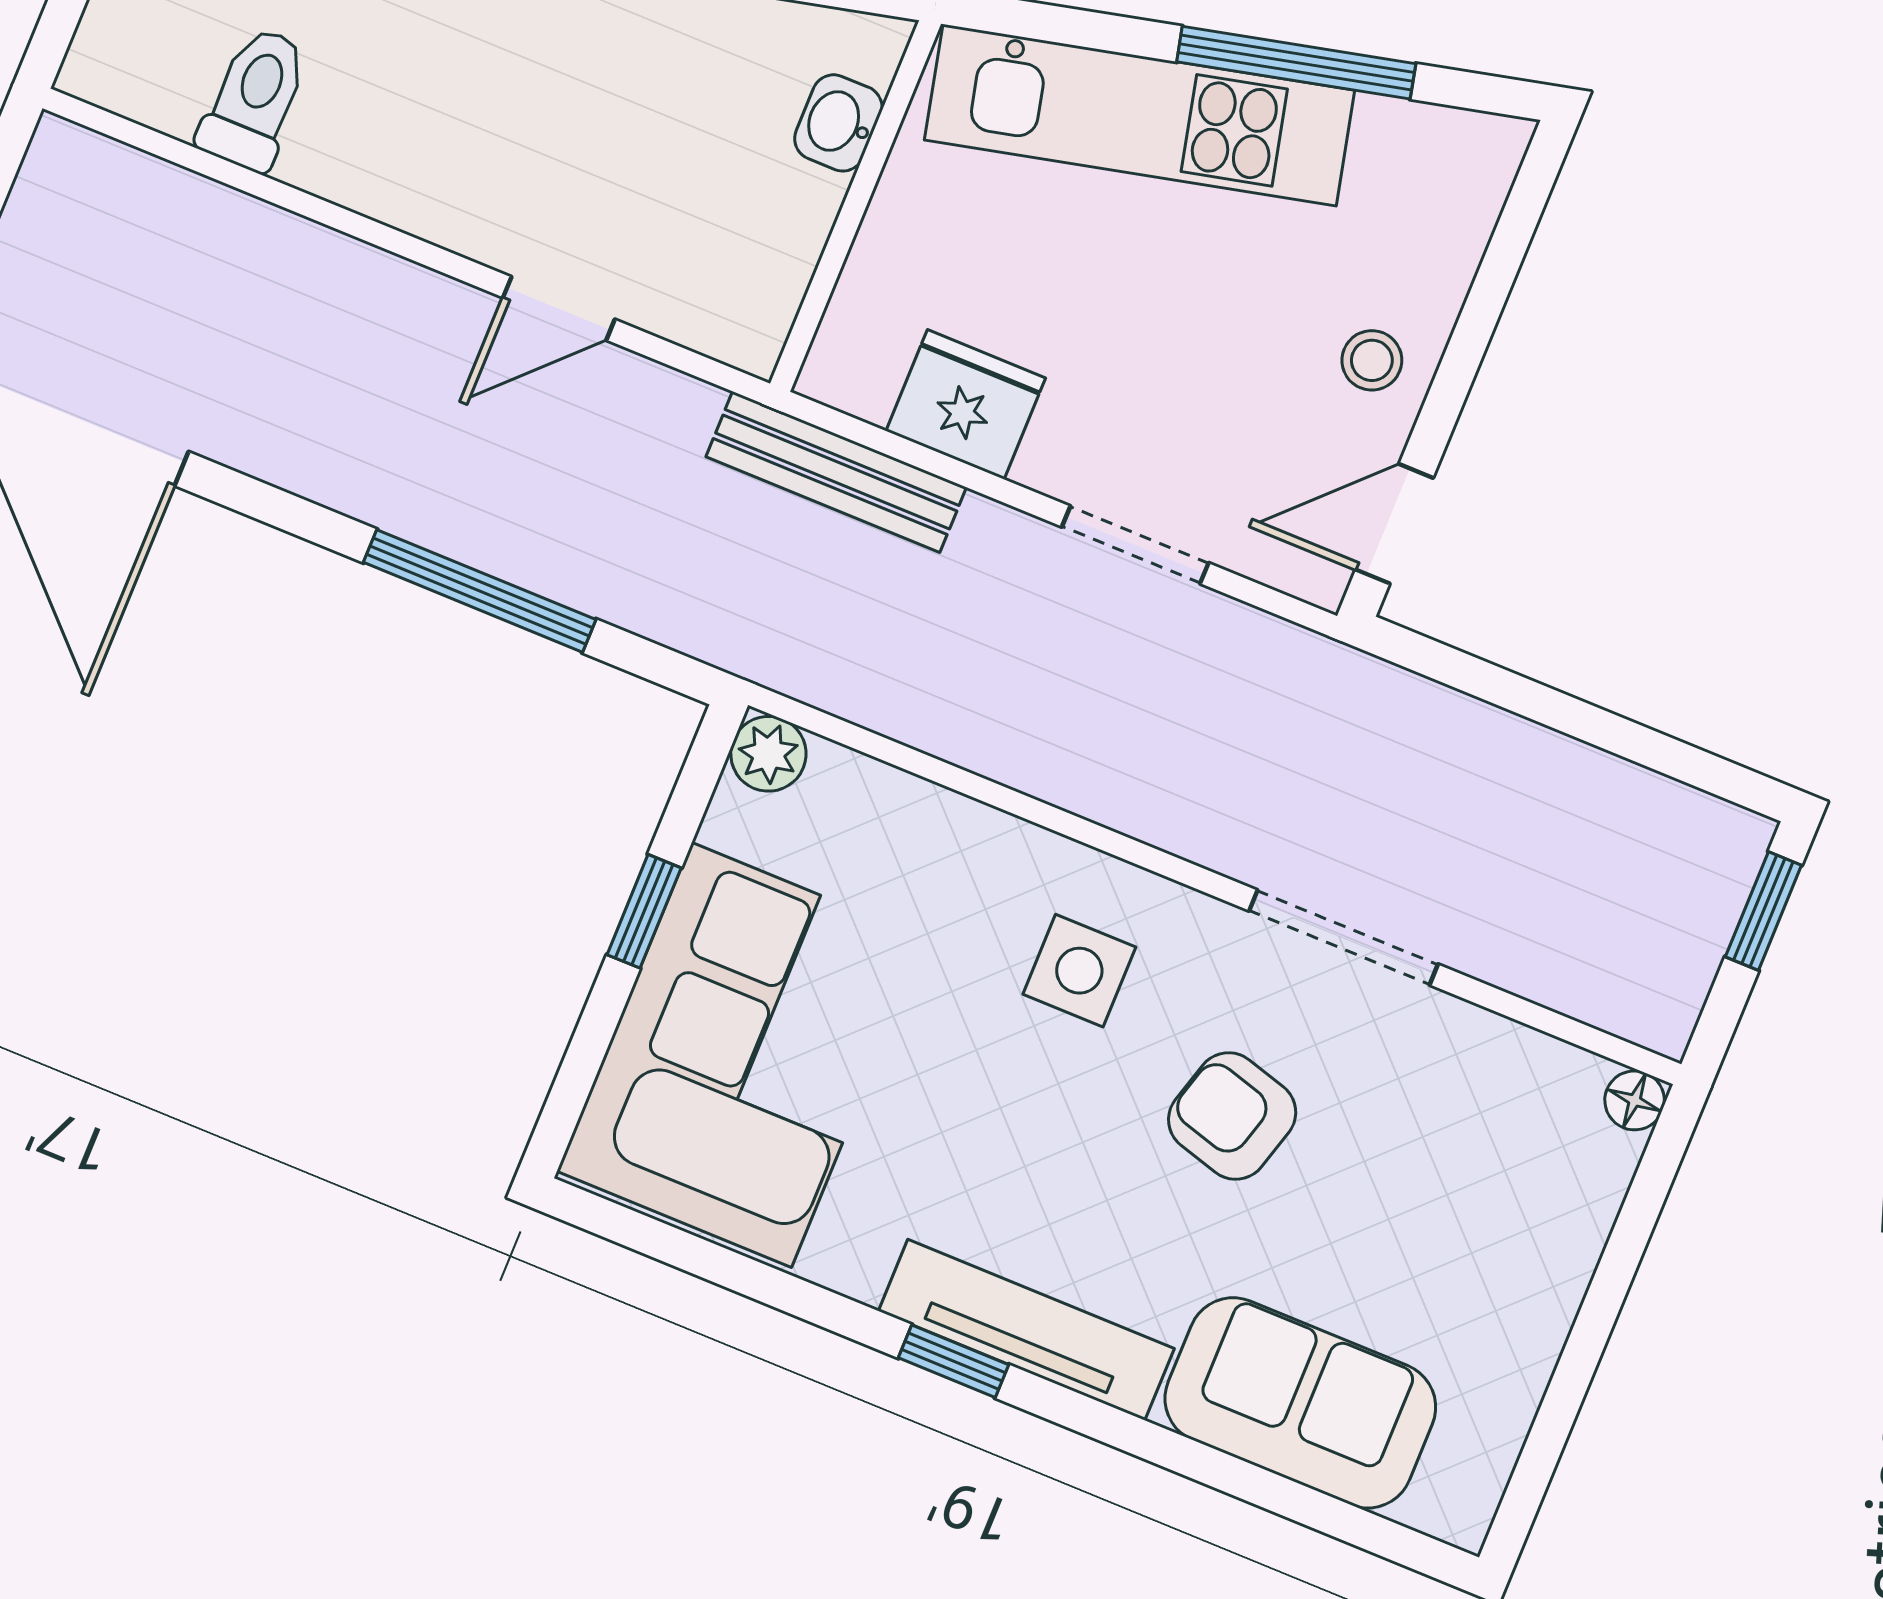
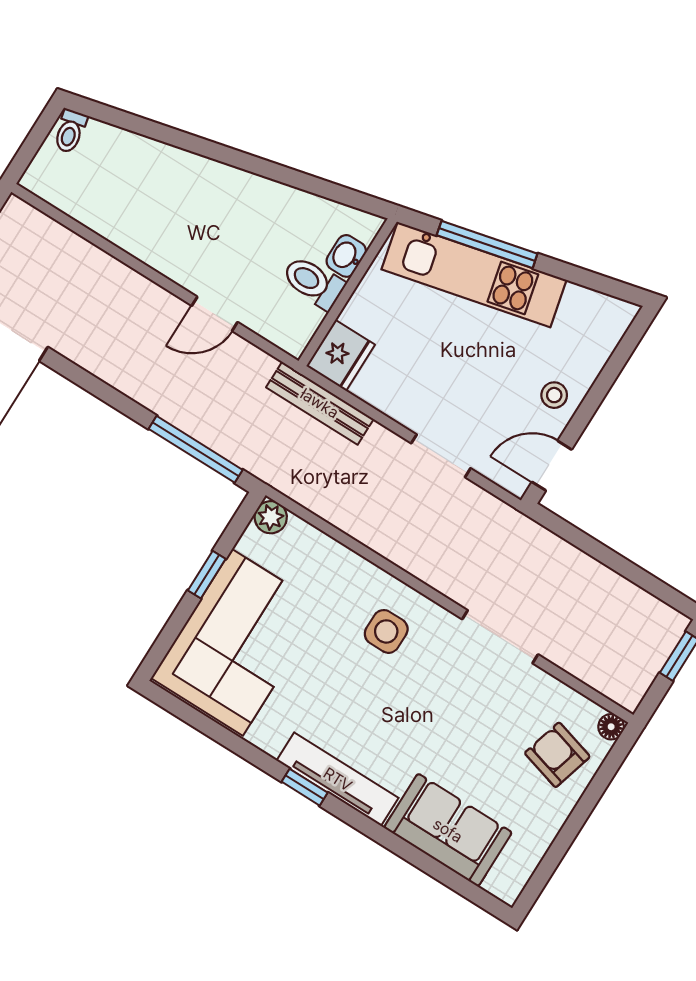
window: (1296, 63) -> (487, 244), moved
toilet: (255, 99) -> (313, 282), moved, turned -90
fridge: (966, 404) -> (341, 355), moved, turned 90
window: (480, 591) -> (196, 449), moved
armchair: (1232, 1116) -> (557, 755), moved

